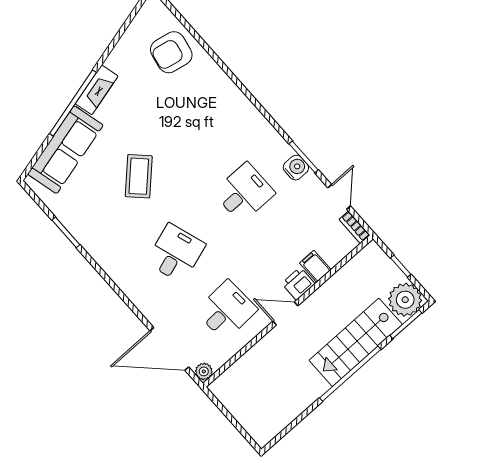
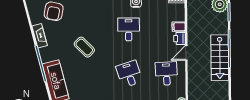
fireplace: (97, 90) -> (40, 36), moved
coffee table: (139, 176) -> (84, 47), moved
stairs: (356, 342) -> (220, 58), moved

